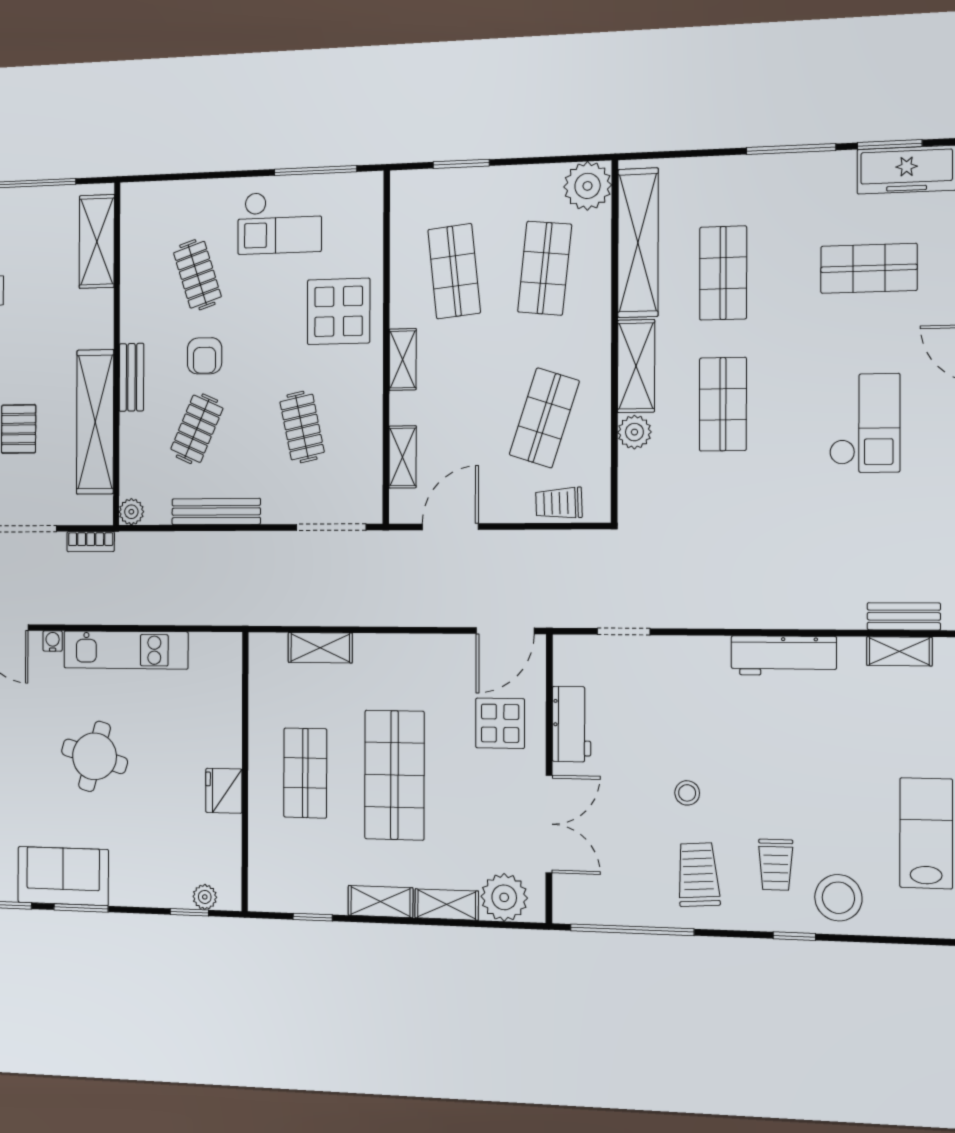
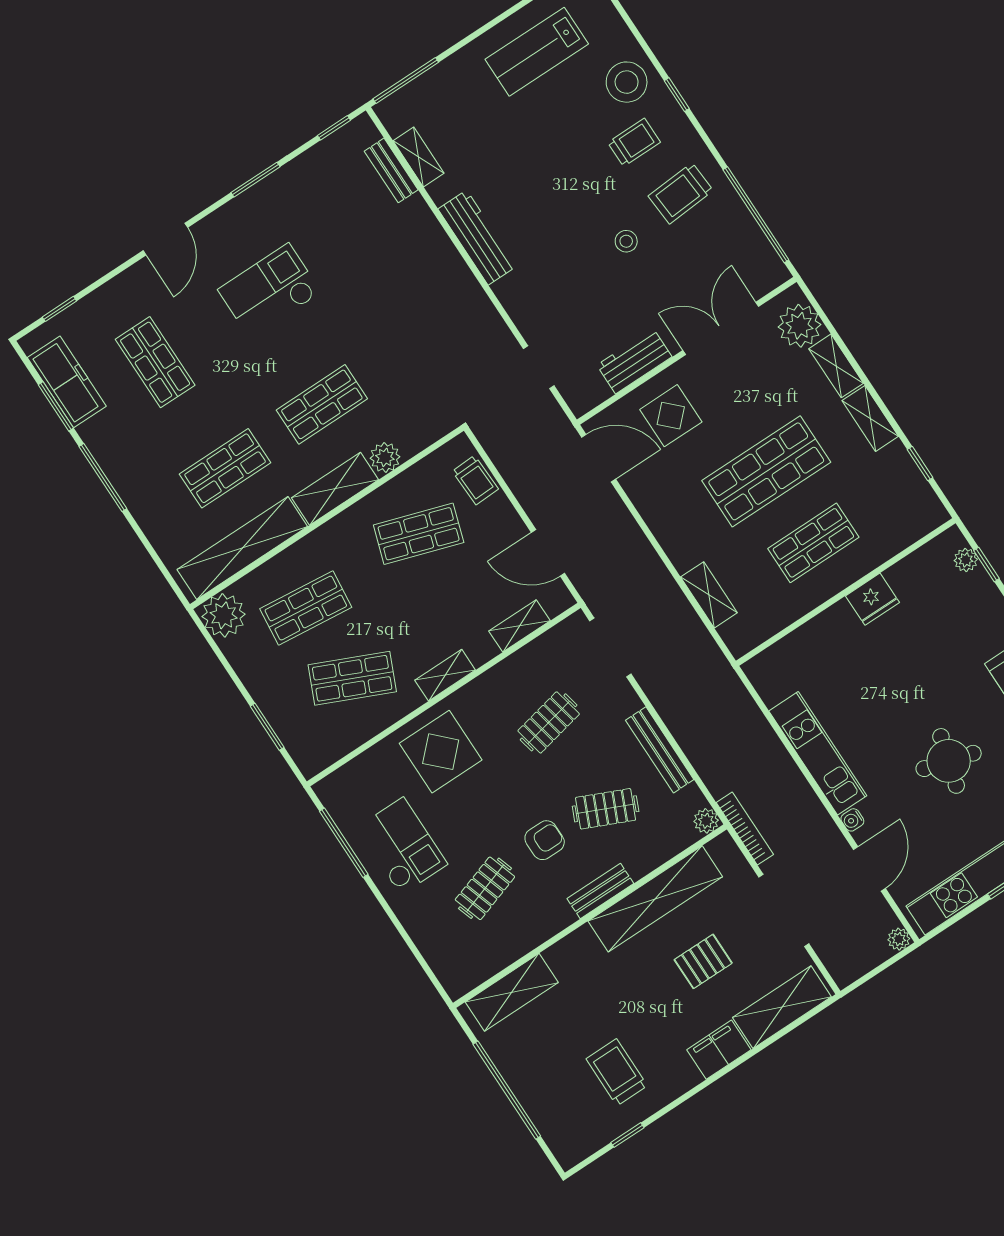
shop shelf: (454, 271) -> (352, 678), turned 30
bookcase: (91, 542) -> (745, 829), width x1.56
round table: (95, 756) -> (949, 761), moved

